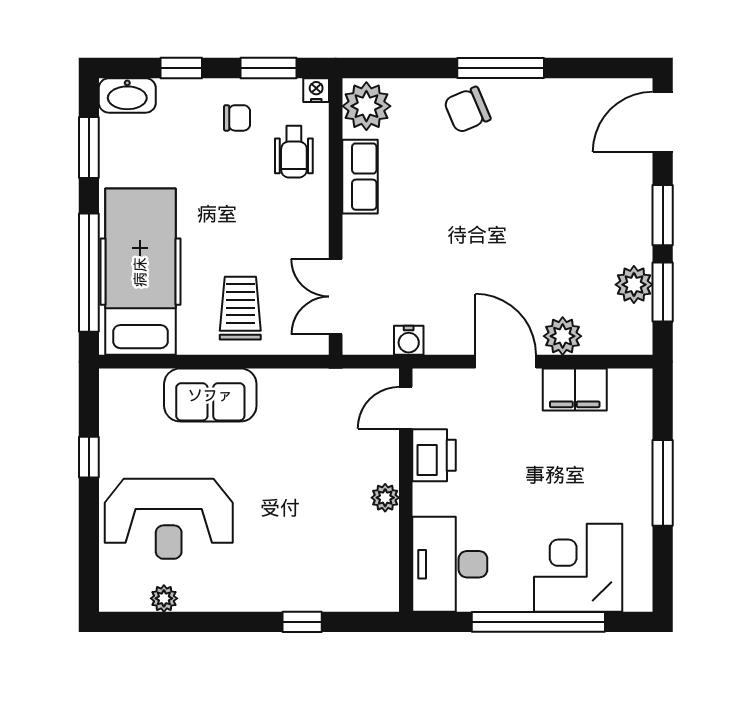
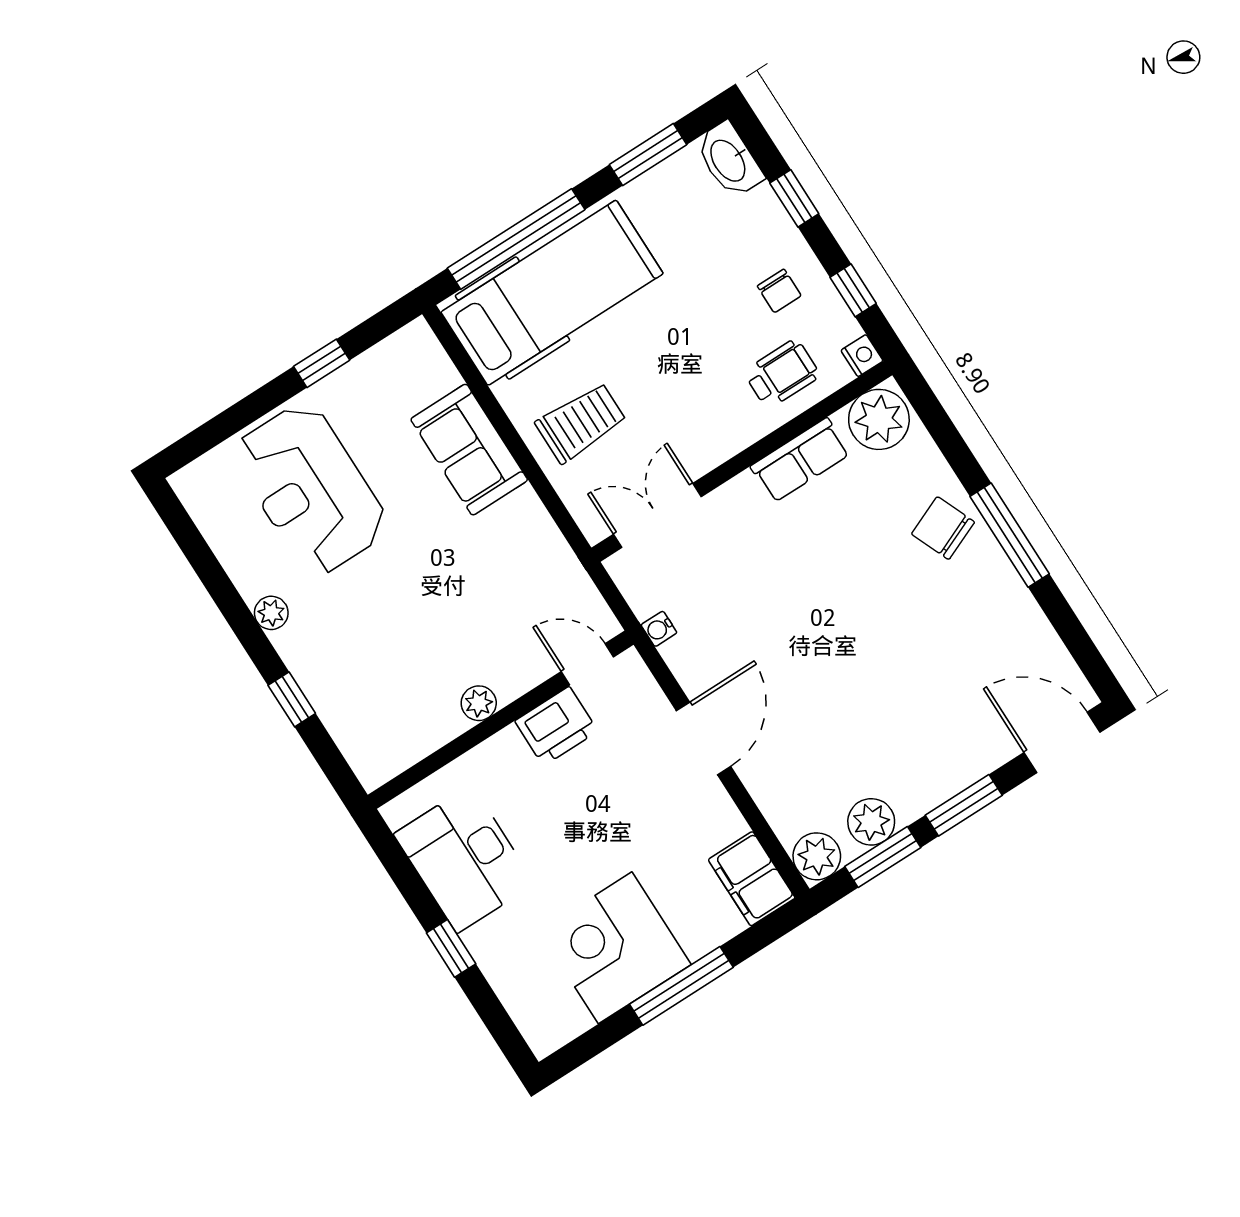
window: (269, 68) -> (853, 290), width x0.67
wheelchair: (294, 152) -> (782, 374), turned 180
plant: (563, 336) -> (817, 856), moved
water cooler: (409, 340) -> (659, 629), width x0.72, depth x0.72
filing cabinet: (575, 389) -> (752, 879), moved
desk: (450, 564) -> (464, 859), moved, turned -90
corner desk: (578, 568) -> (615, 948), moved, turned -90
plant: (164, 598) -> (271, 613), moved
window: (538, 622) -> (451, 948), width x0.32

